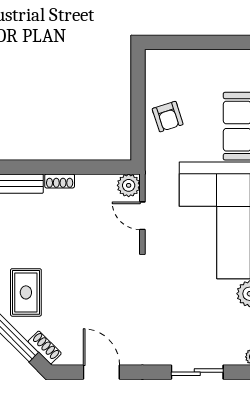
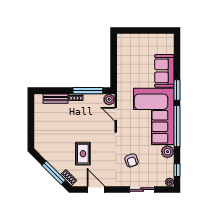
armchair: (168, 117) -> (132, 160), moved
window: (84, 167) -> (88, 91), added
rug: (26, 292) -> (83, 154), moved

